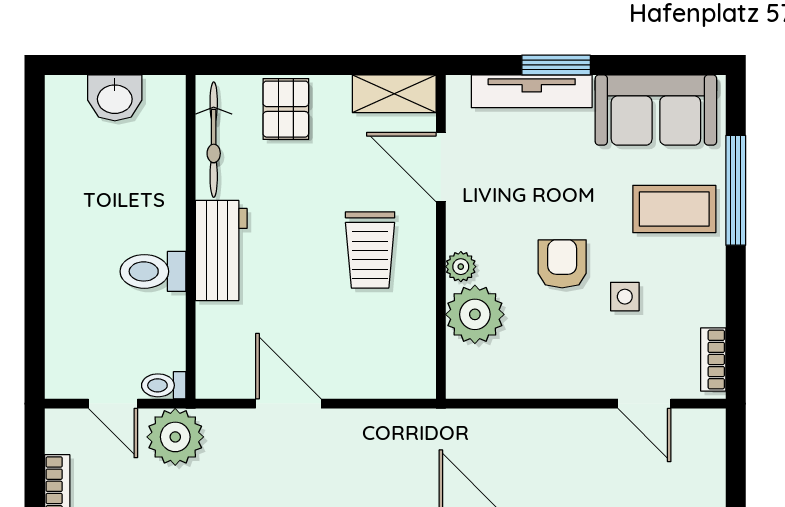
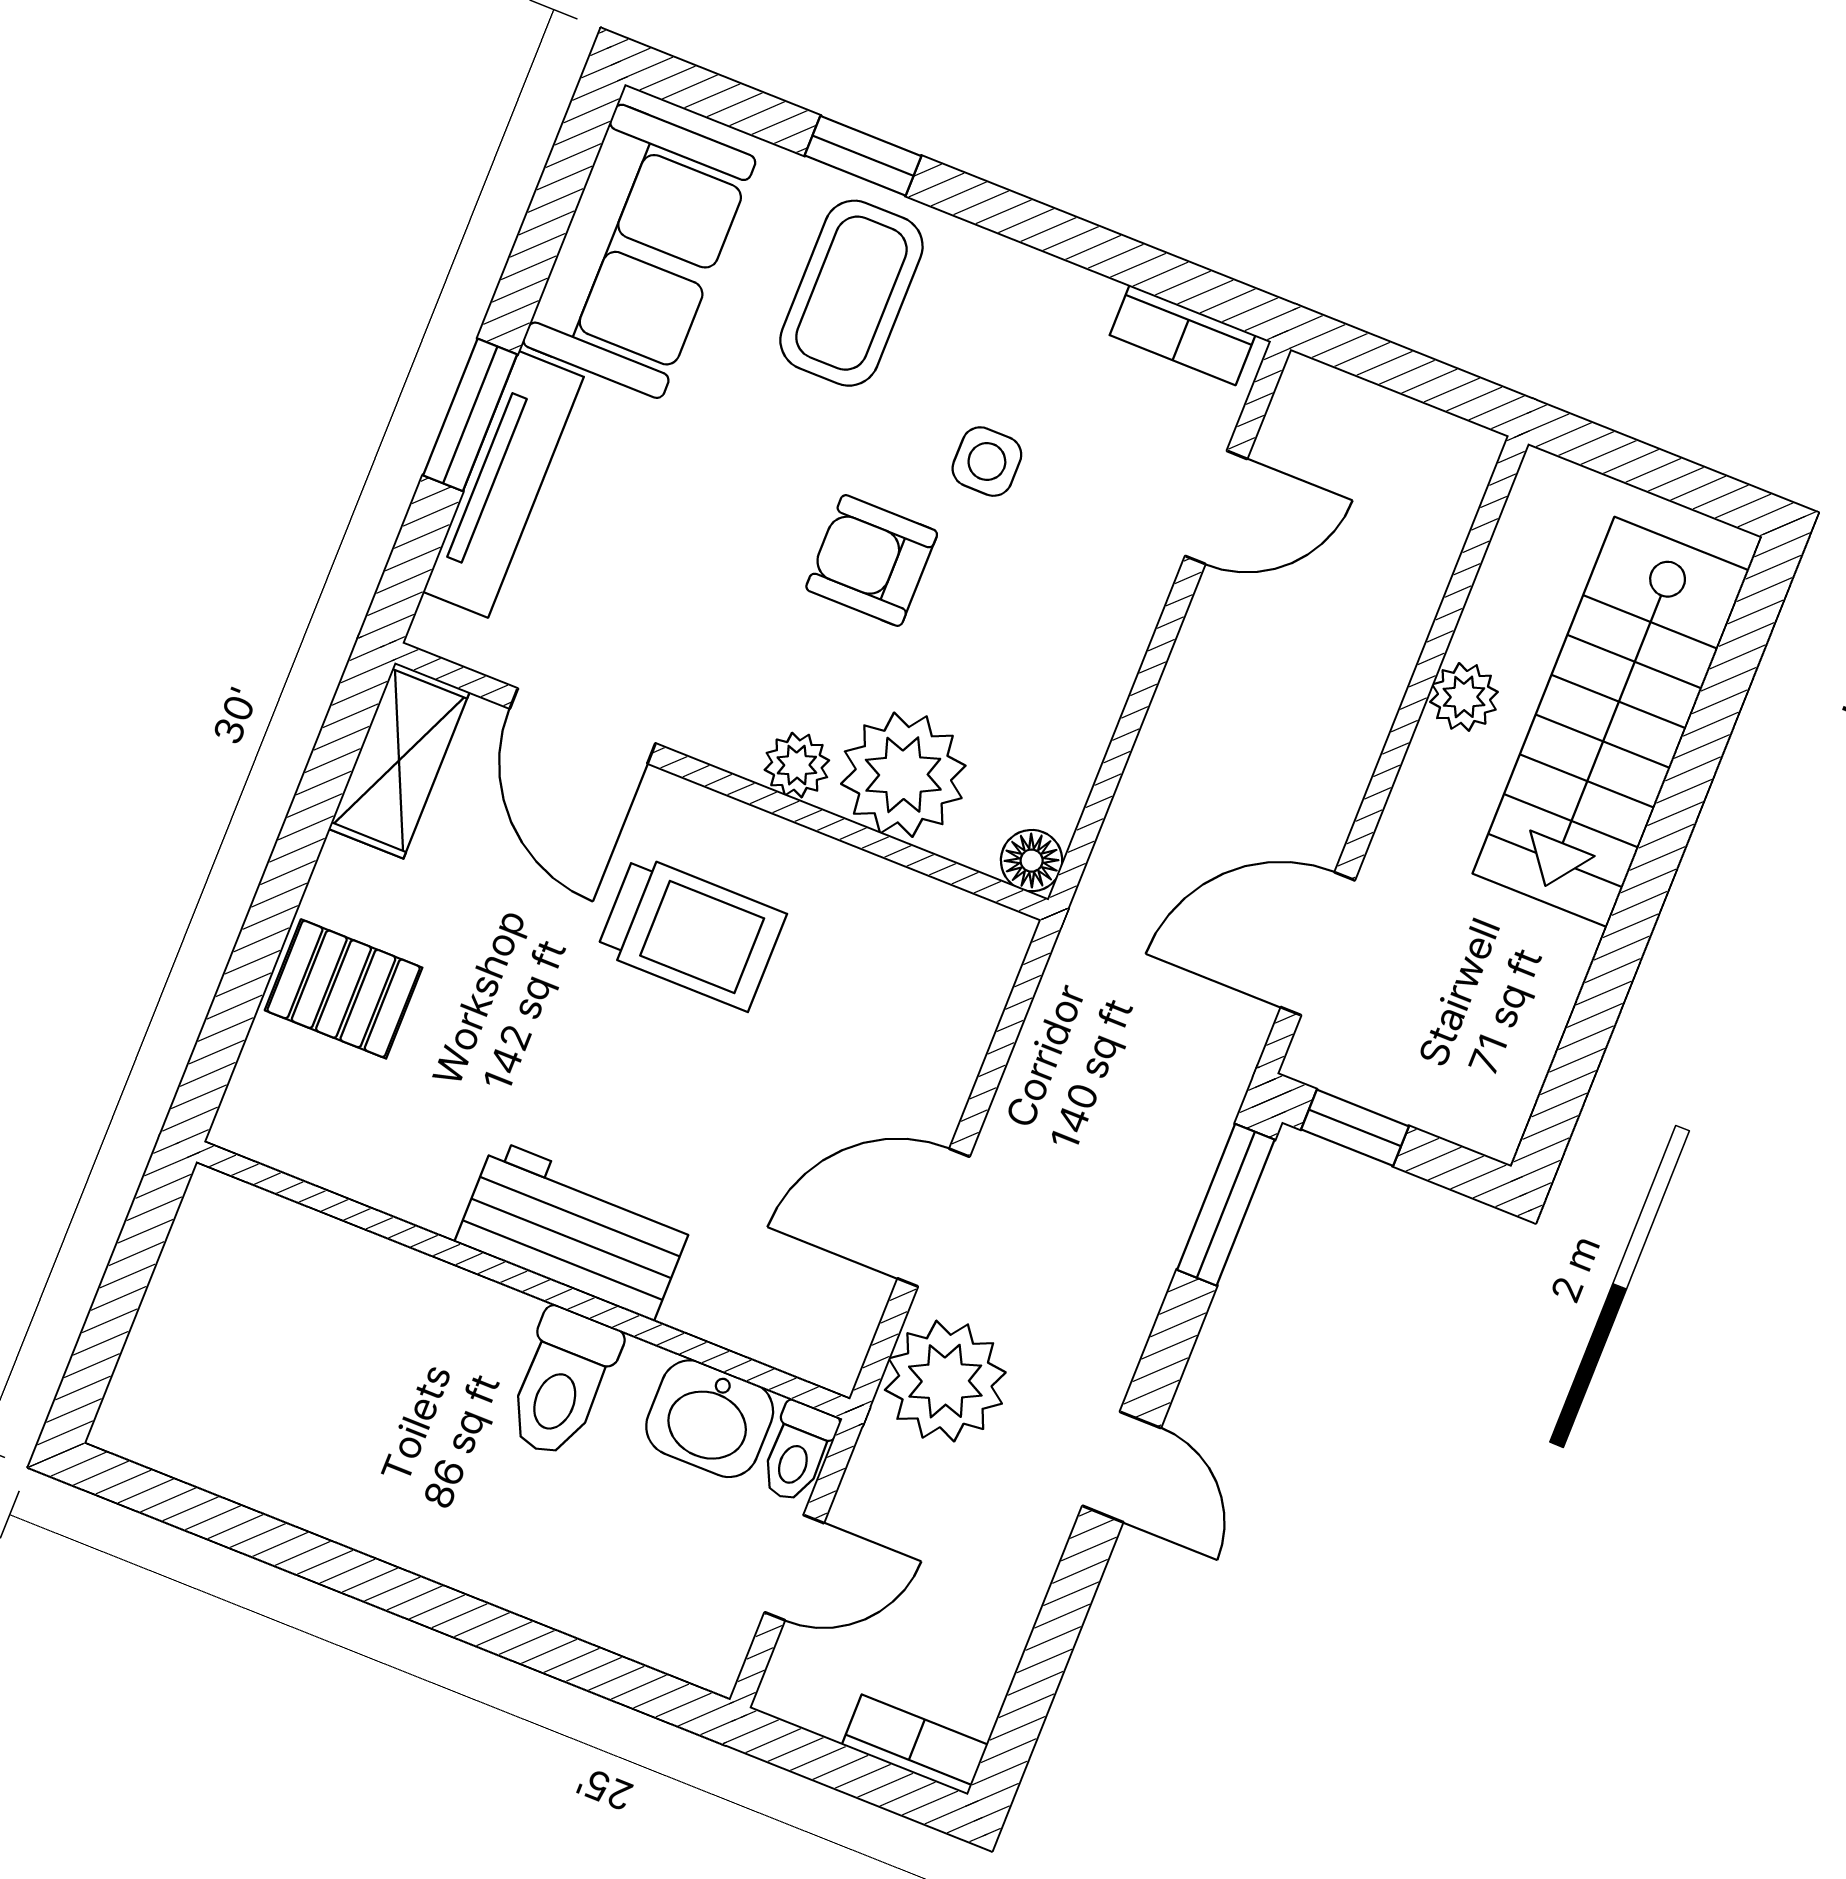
washbasin: (115, 98) -> (710, 1419), moved, turned 90
bicycle: (214, 140) -> (347, 1157), removed
door: (441, 167) -> (583, 726), hinge flipped
window: (736, 190) -> (863, 156), width x0.46
floor lamp: (460, 385) -> (1032, 861), added
plant: (175, 437) -> (945, 1381), moved

